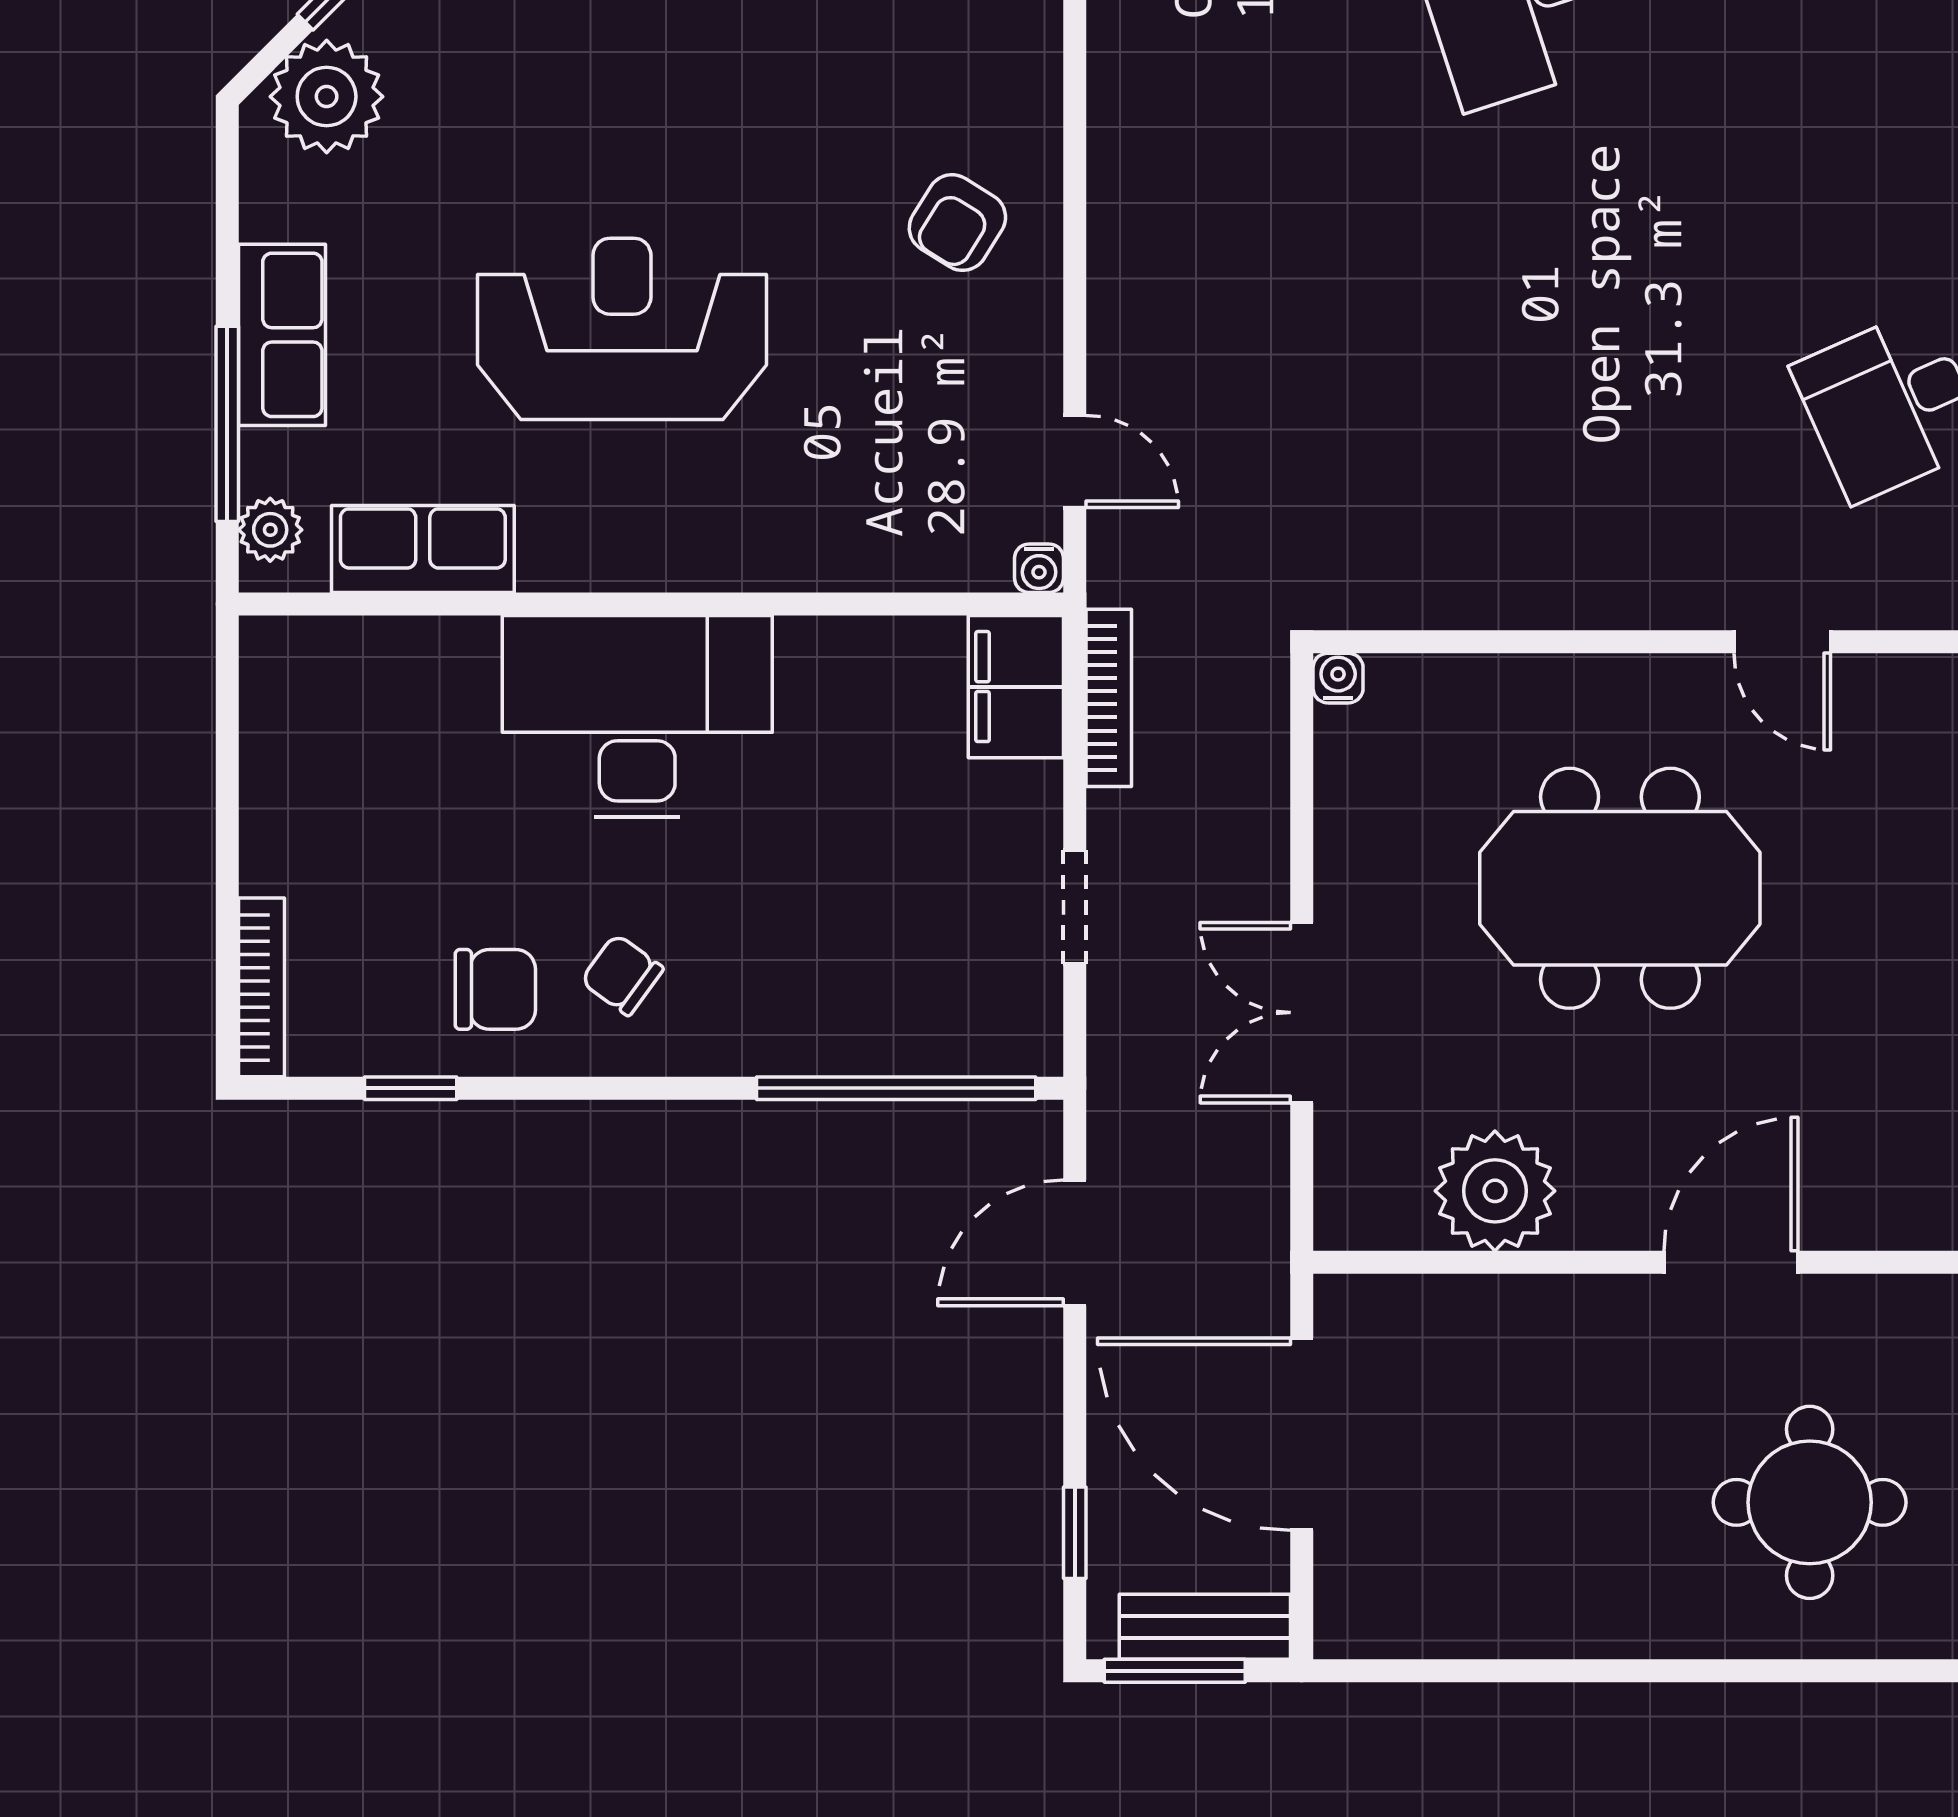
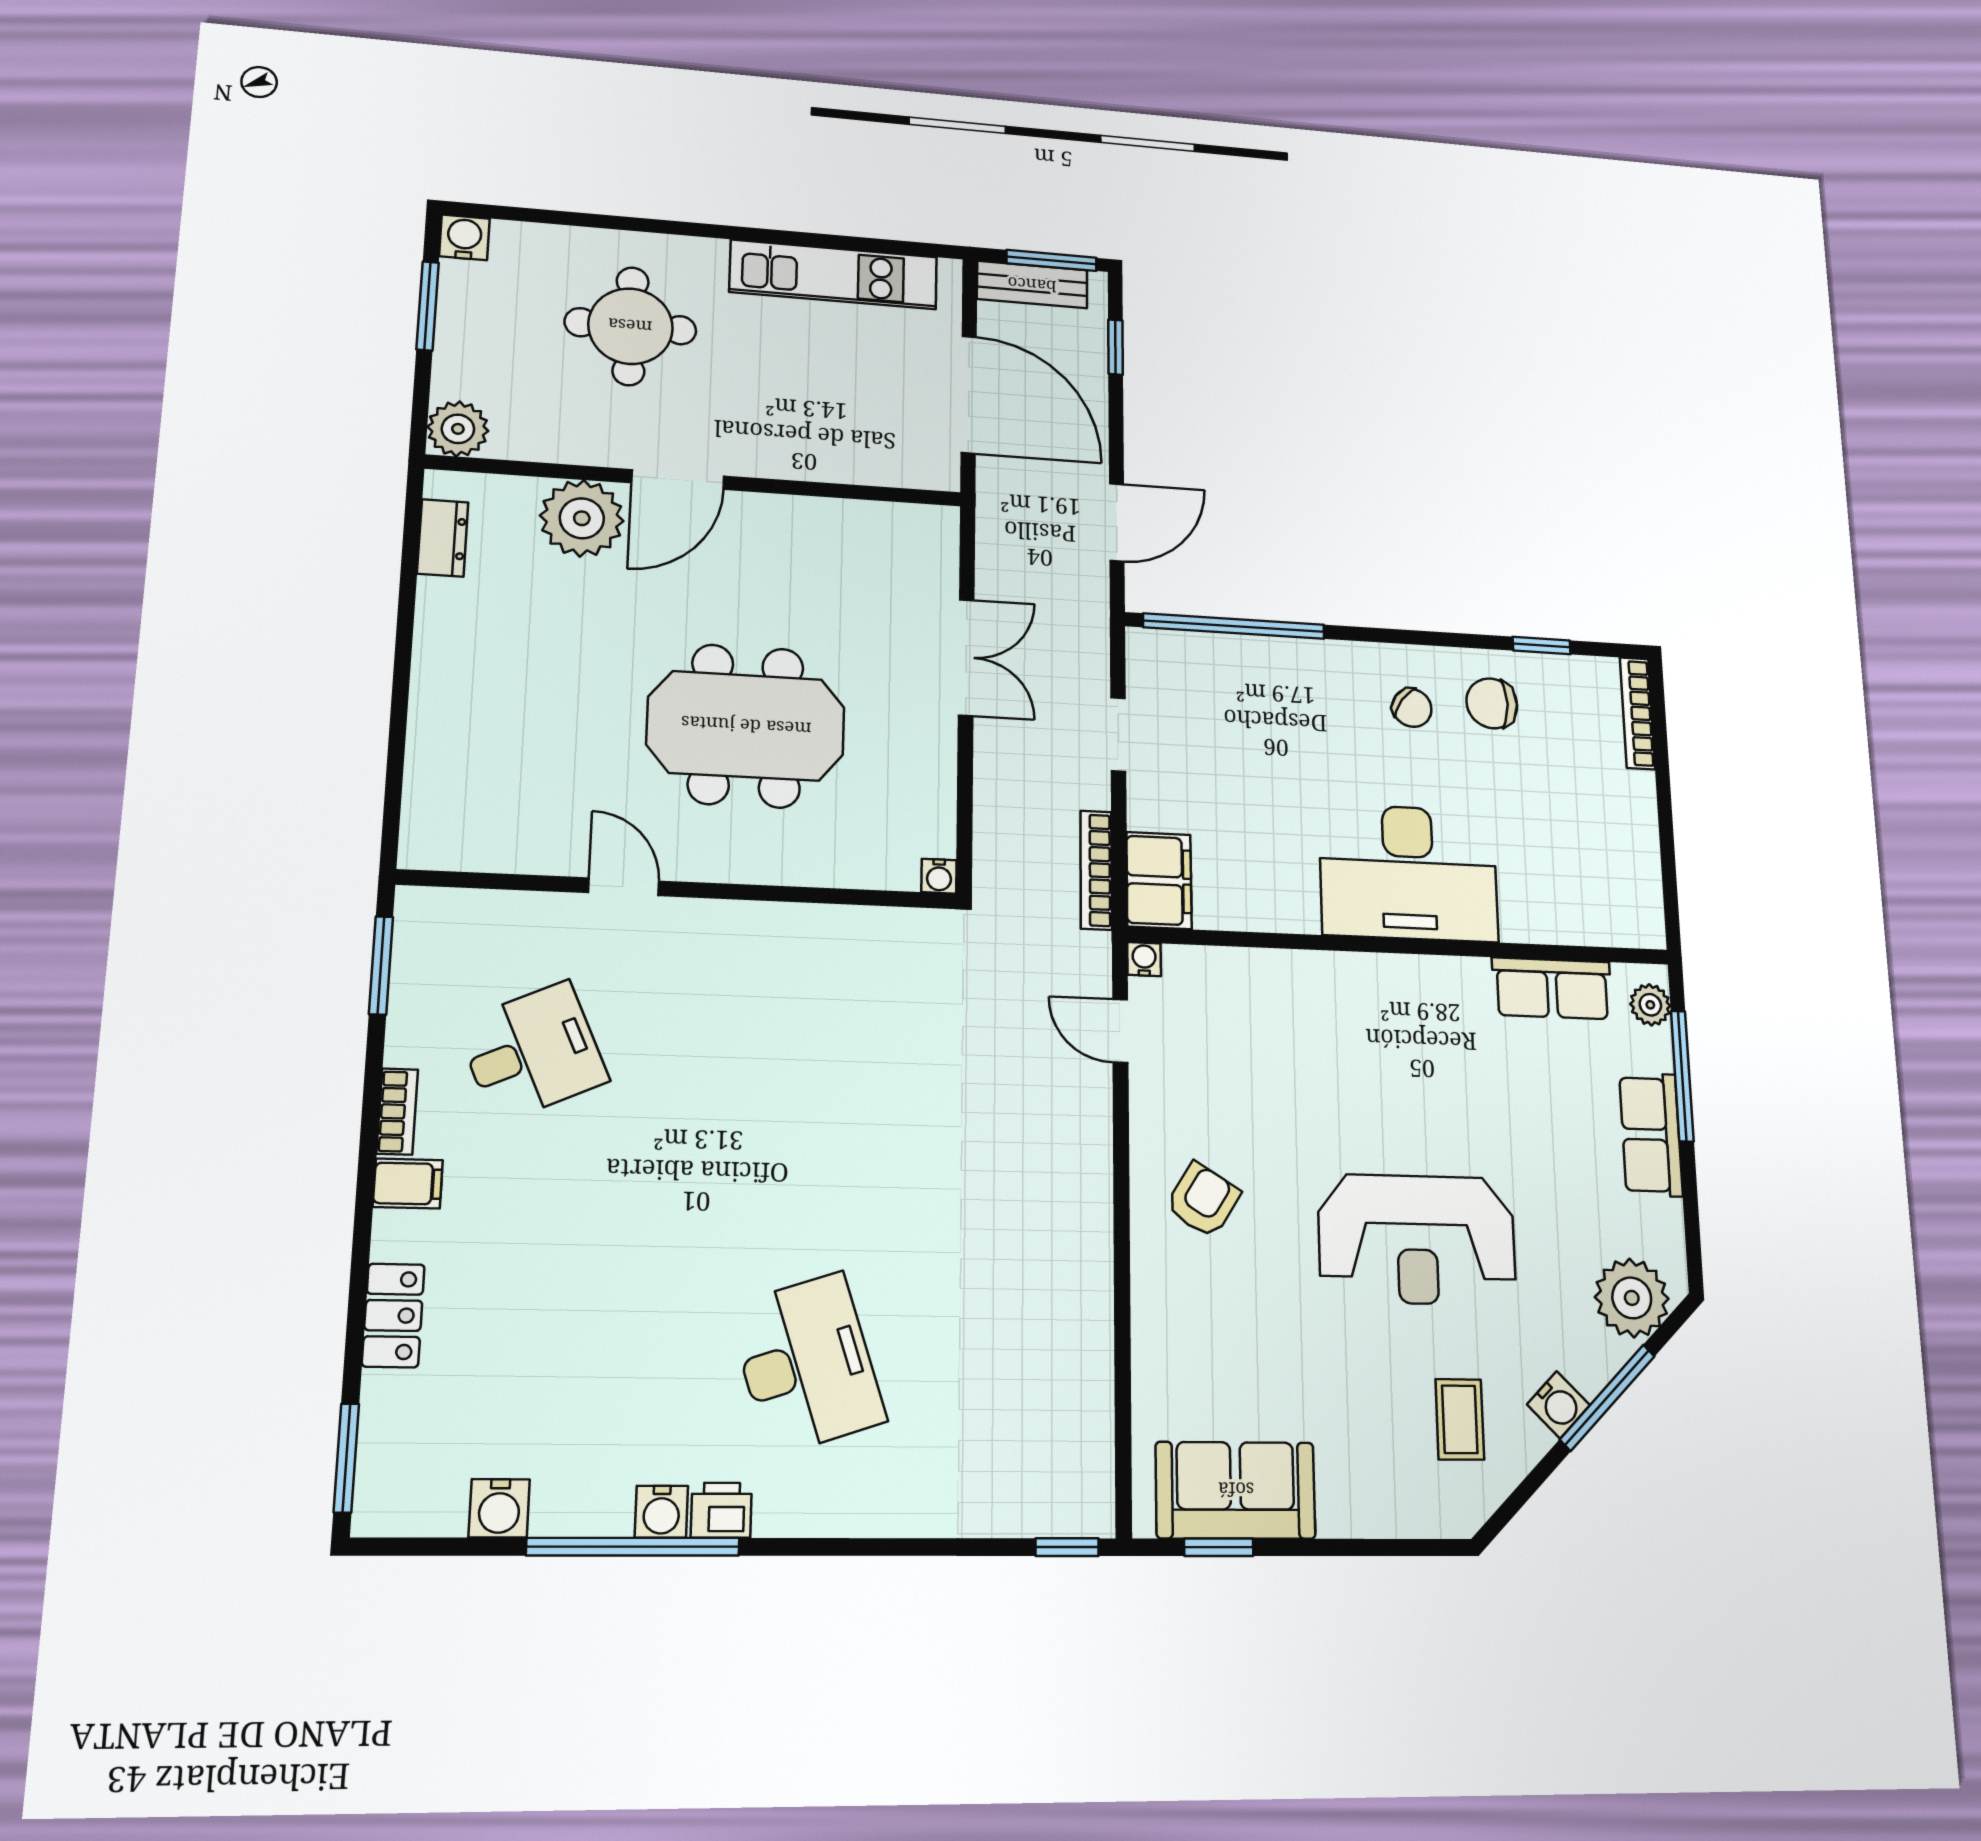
reception desk: (622, 329) -> (1417, 1239), moved
plant: (1495, 1191) -> (582, 518), moved
kitchen unit: (1510, 1615) -> (834, 274), added

